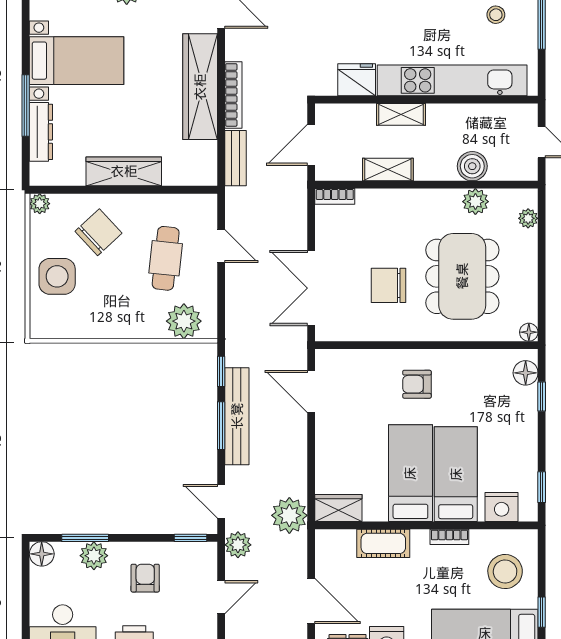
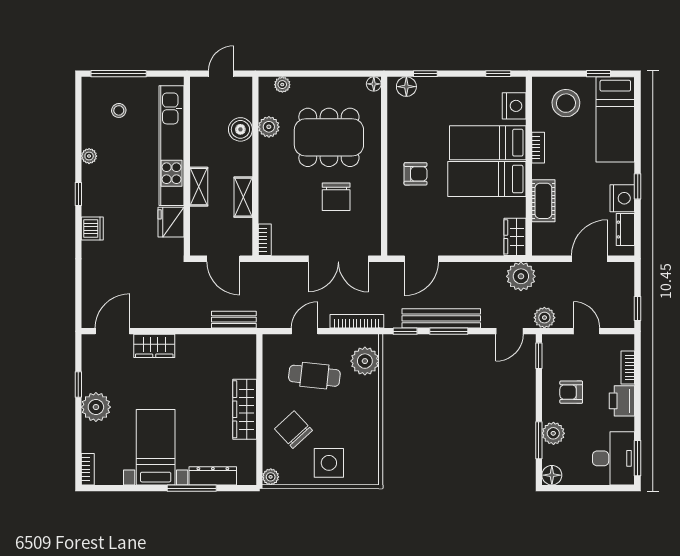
wardrobe: (200, 87) -> (154, 346), width x0.48, depth x0.85
bookcase: (233, 95) -> (357, 321), moved
armchair: (417, 384) -> (416, 174), turned -90

